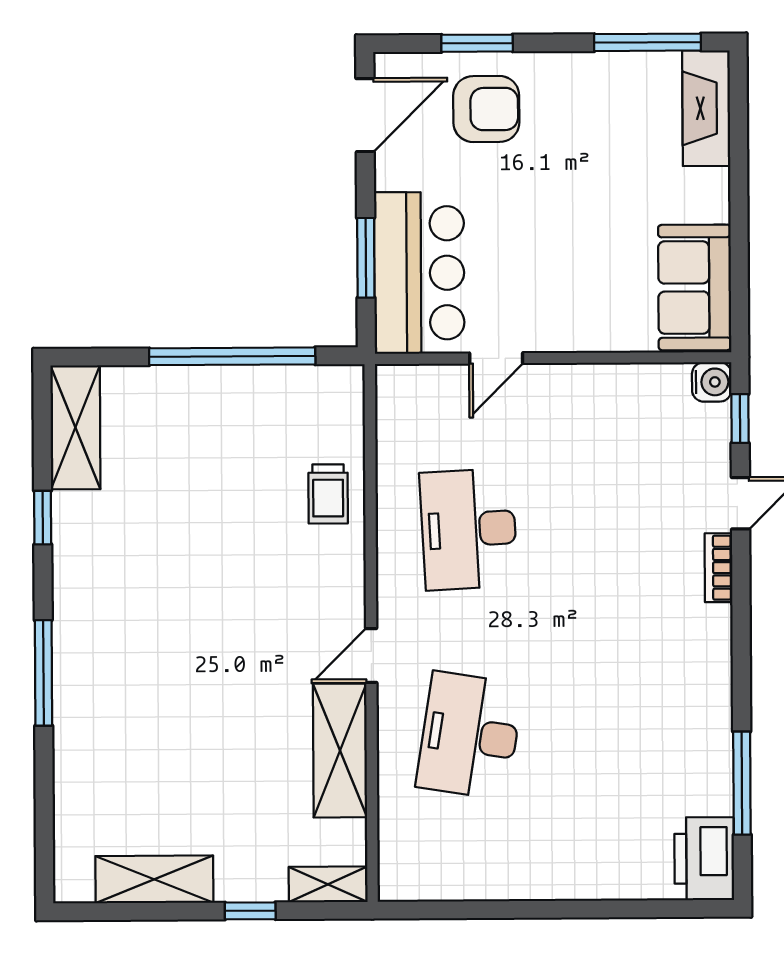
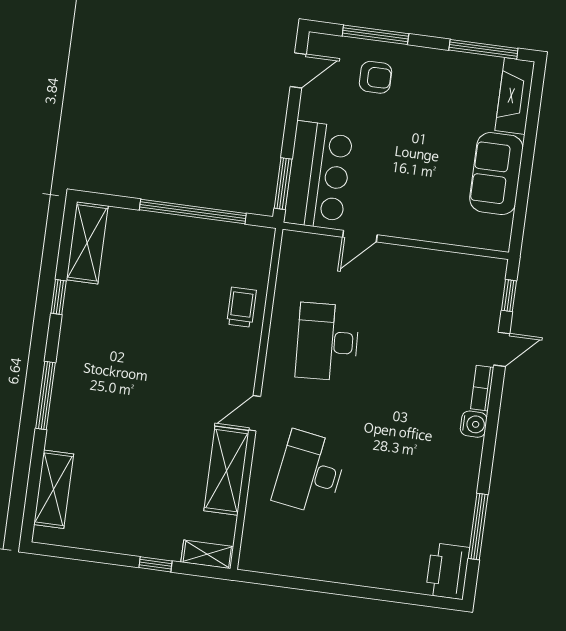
window: (477, 43) -> (375, 35), width x1.44
armchair: (486, 109) -> (375, 77), width x0.72, depth x0.72
door: (365, 115) -> (298, 70), width x0.73
window: (366, 258) -> (283, 184), moved
sofa: (695, 287) -> (496, 174), moved
water cooler: (712, 382) -> (474, 424), moved
trolley: (328, 494) -> (241, 307), turned 180
shelving: (154, 879) -> (54, 489), moved, turned 90

